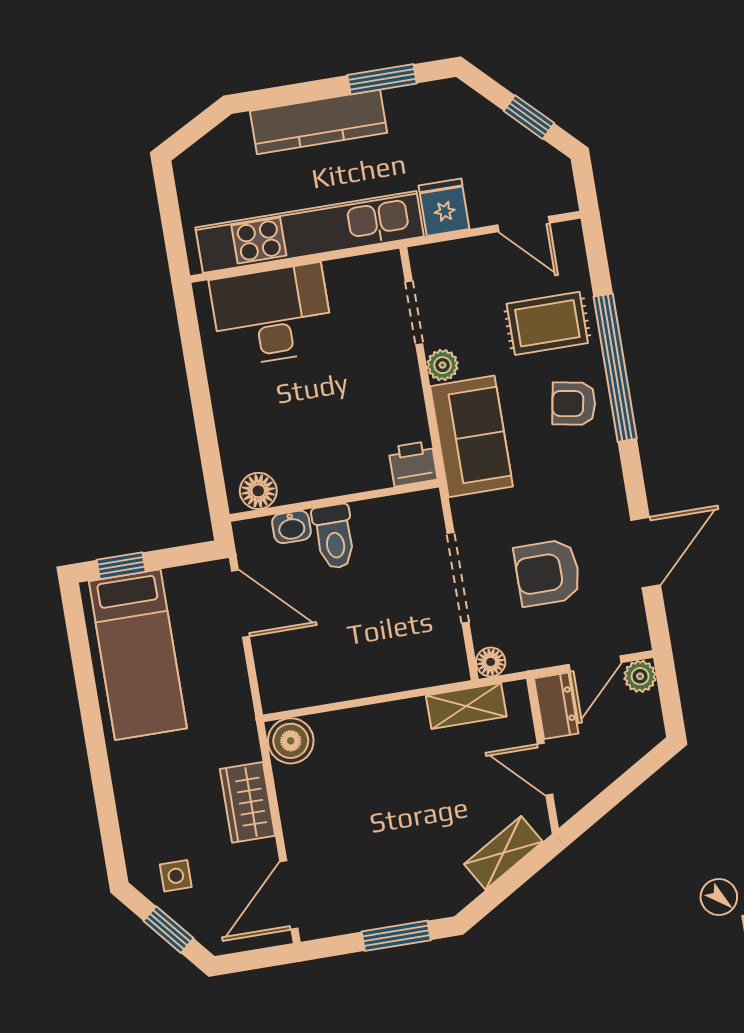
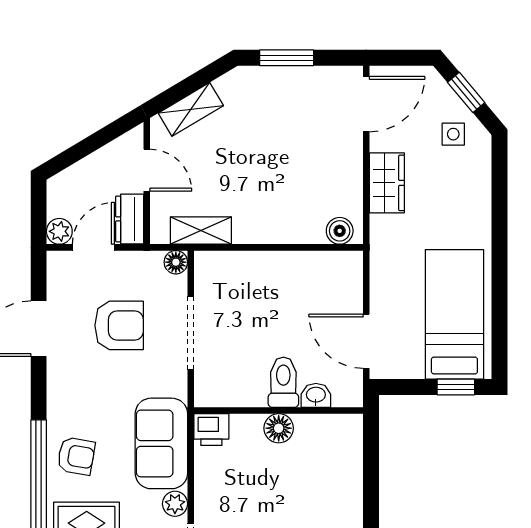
floor lamp: (258, 491) -> (279, 428), moved
boiler: (291, 741) -> (340, 231), width x0.73, depth x0.73

